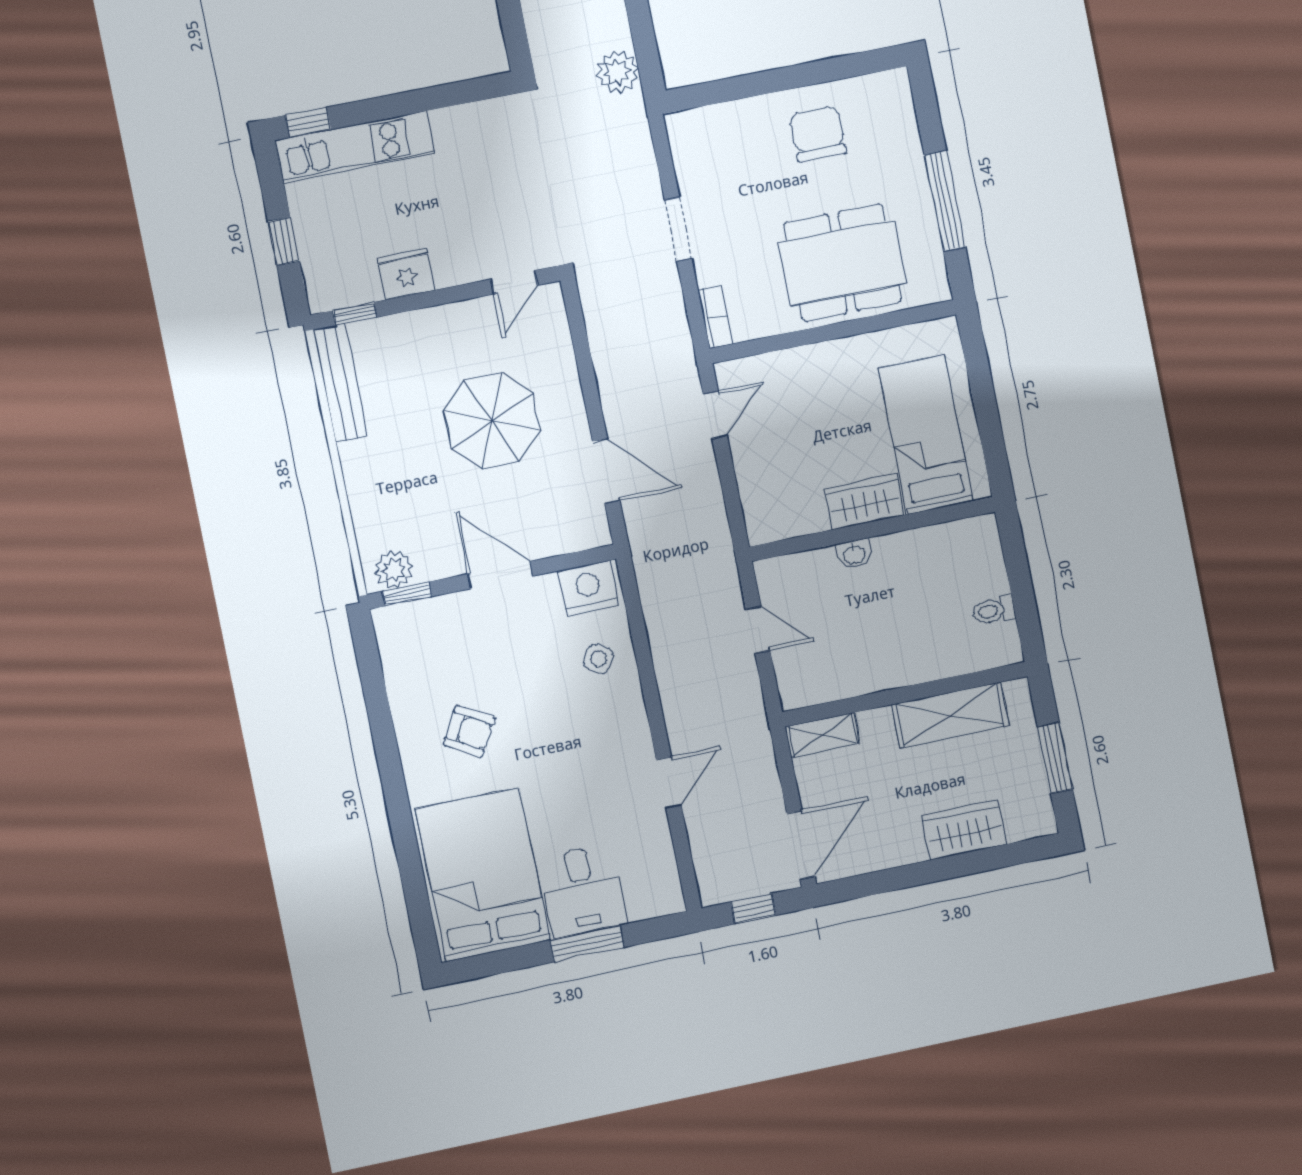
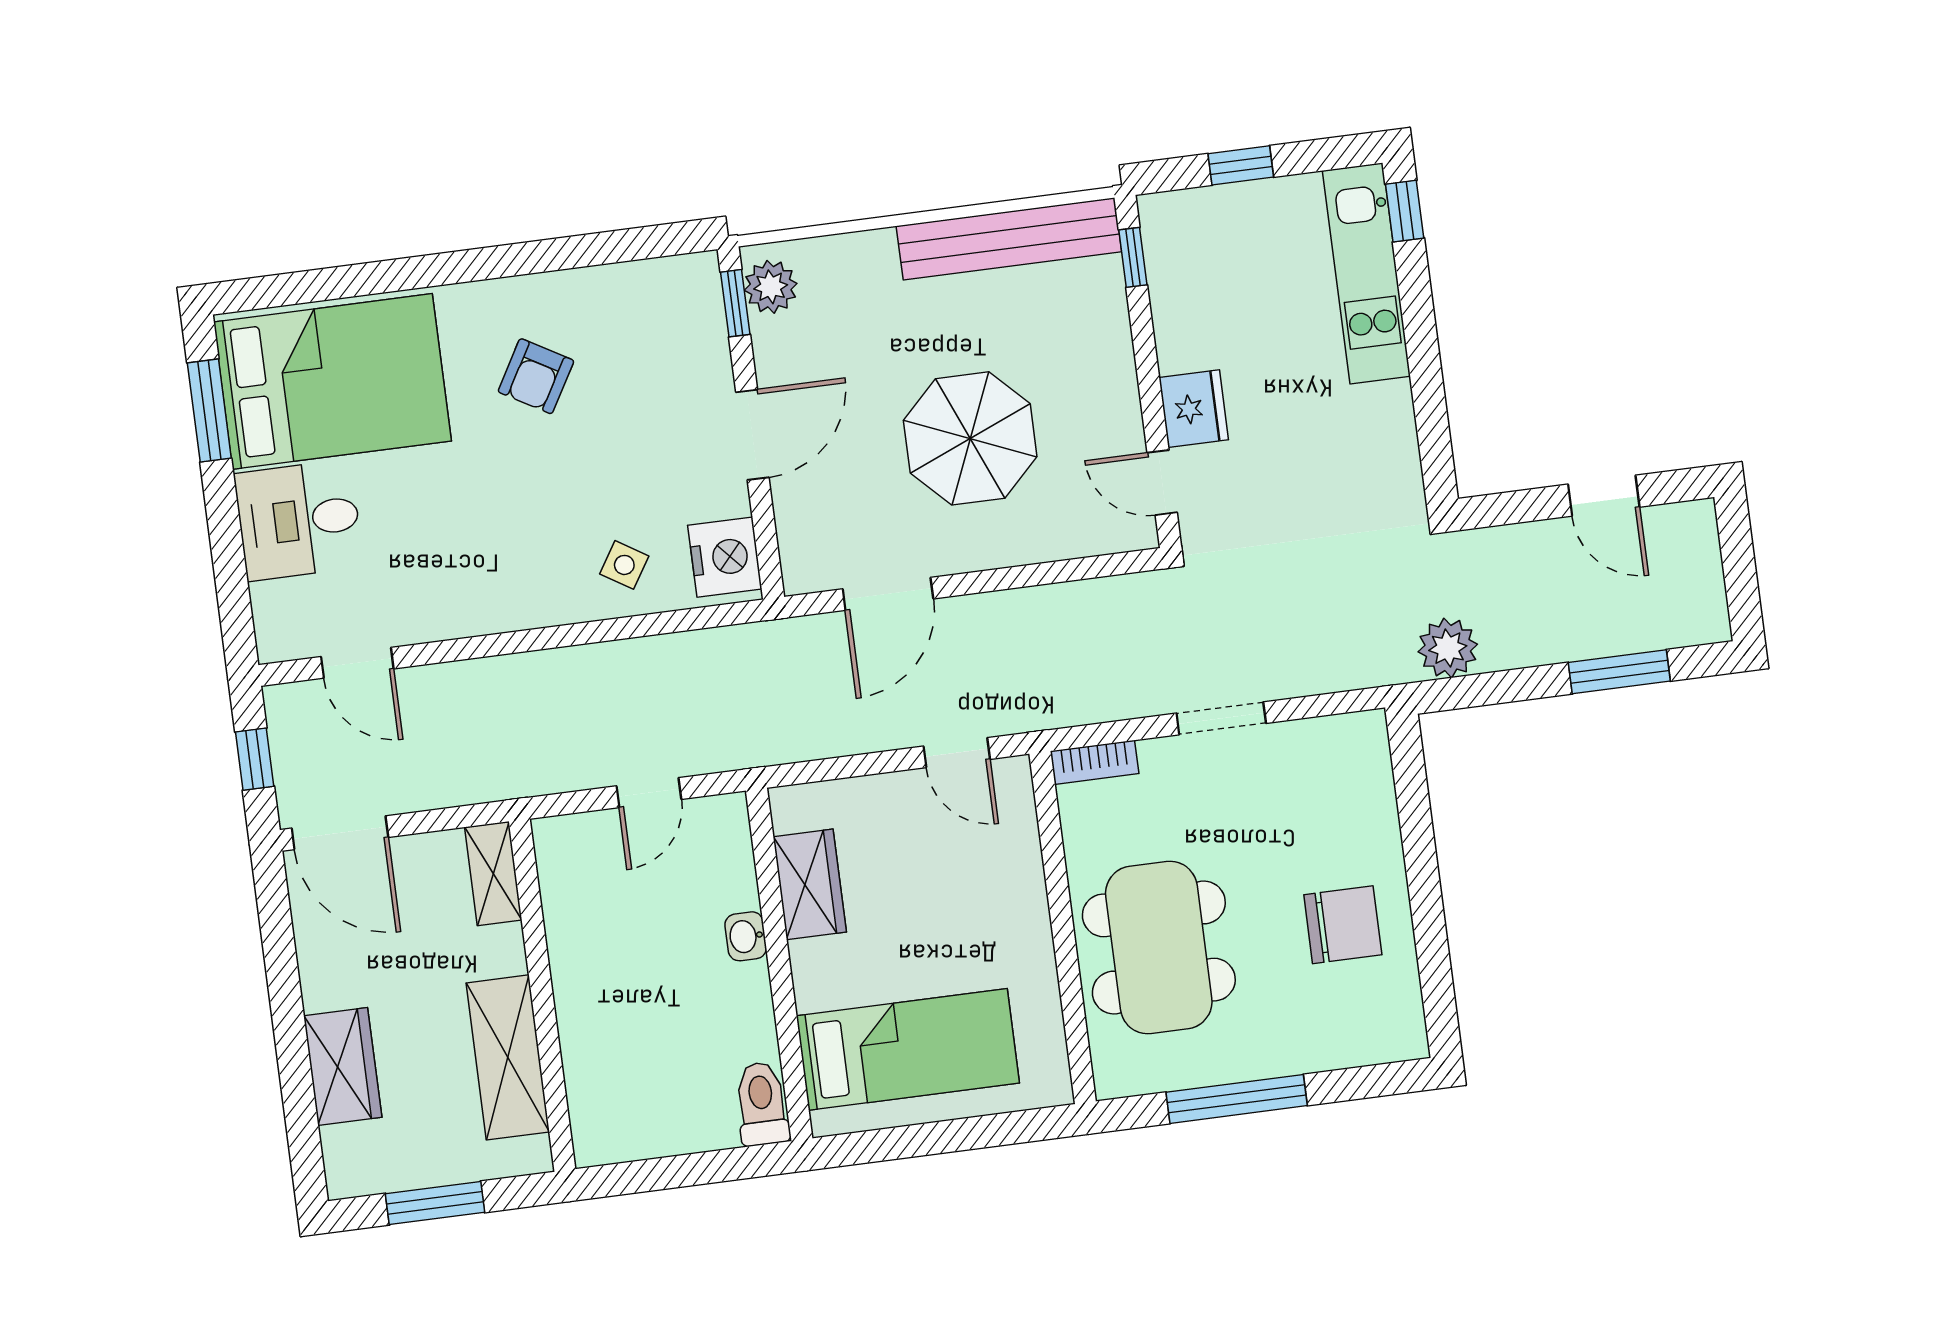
fridge: (406, 274) -> (1194, 409), moved
bench: (340, 383) -> (1009, 239), width x1.37, depth x1.21
wardrobe: (865, 502) -> (810, 884), moved
toilet: (994, 610) -> (762, 1104), moved, width x1.37, depth x1.39
door: (669, 783) -> (357, 663), moved
window: (587, 944) -> (209, 411), moved

